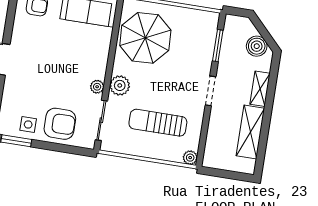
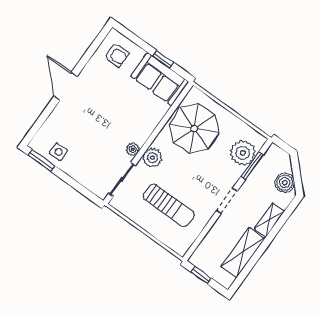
sun lounger: (158, 123) -> (169, 205), turned 180
armchair: (60, 124) -> (86, 165), removed
plant: (190, 158) -> (243, 153), moved, width x1.88, depth x1.88
window: (222, 173) -> (201, 275), added

